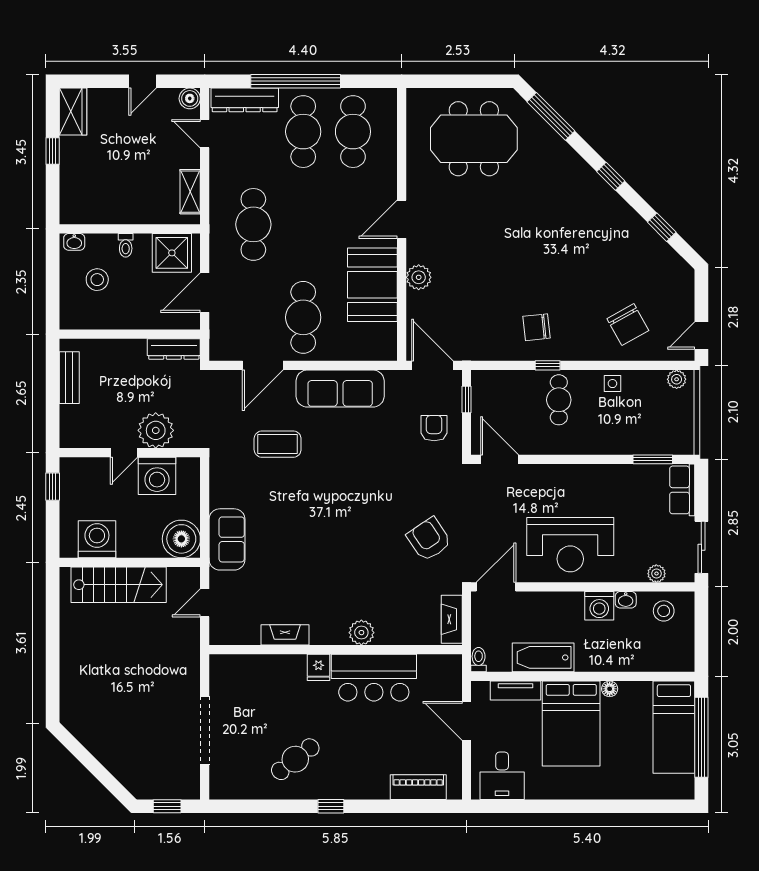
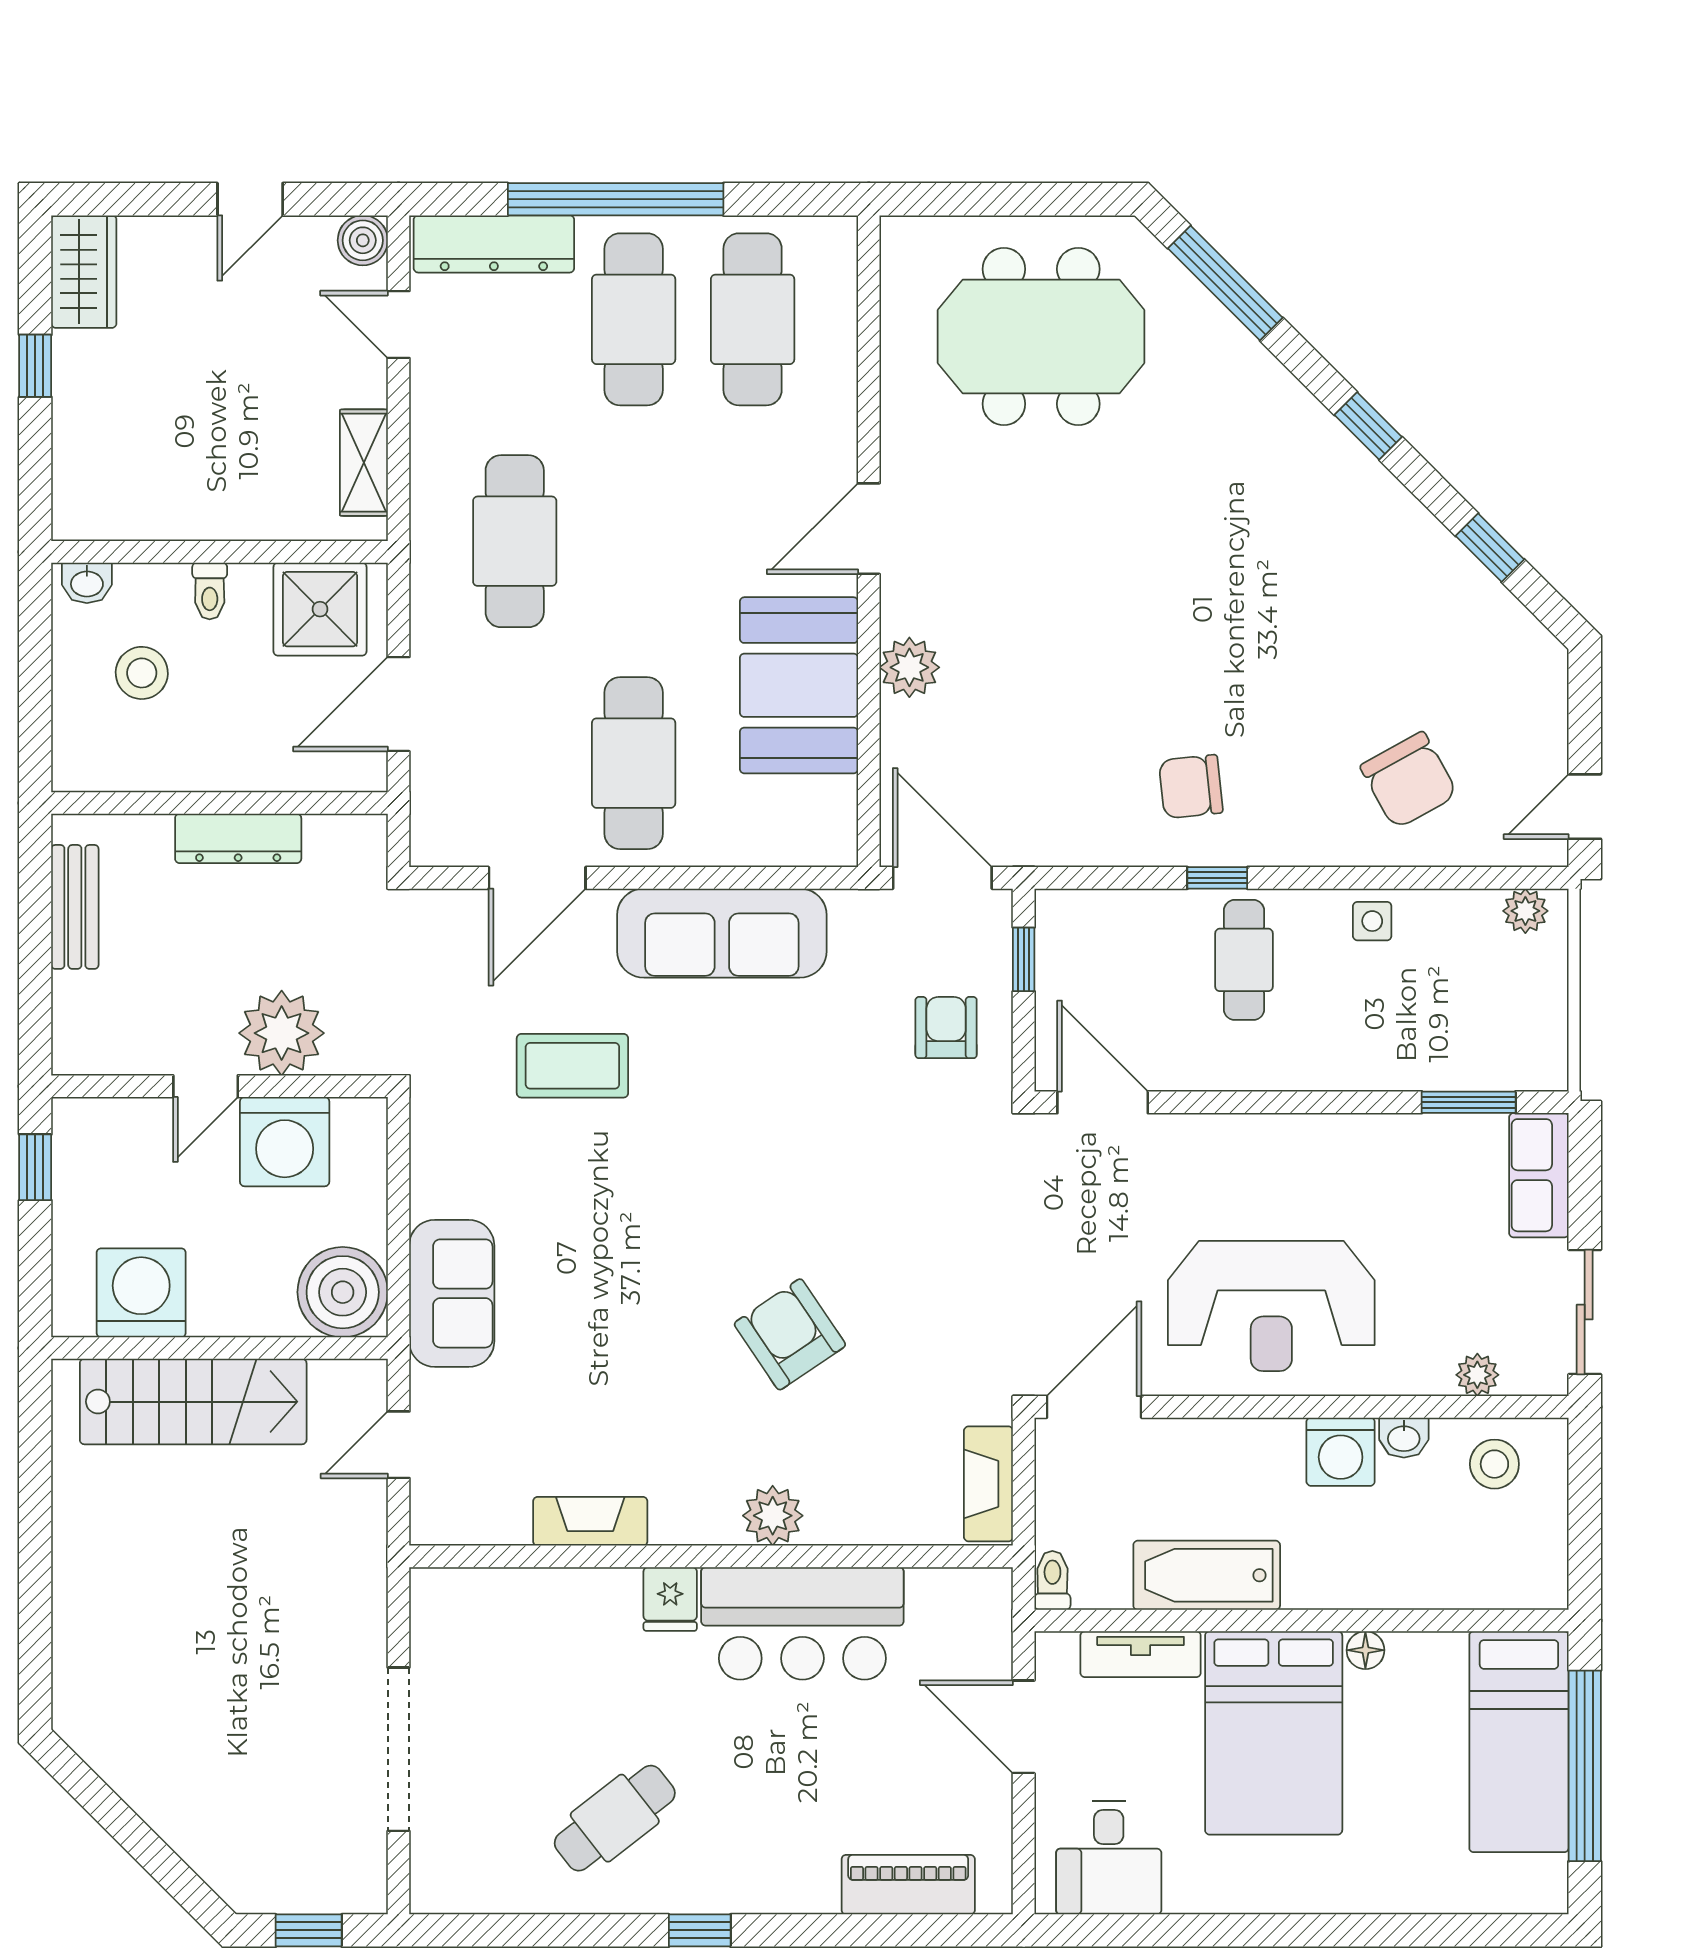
dresser: (174, 349) -> (238, 838), moved
armchair: (429, 539) -> (790, 1334), moved

